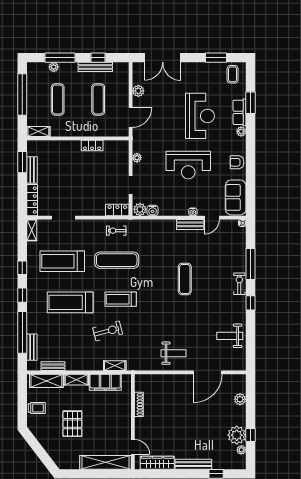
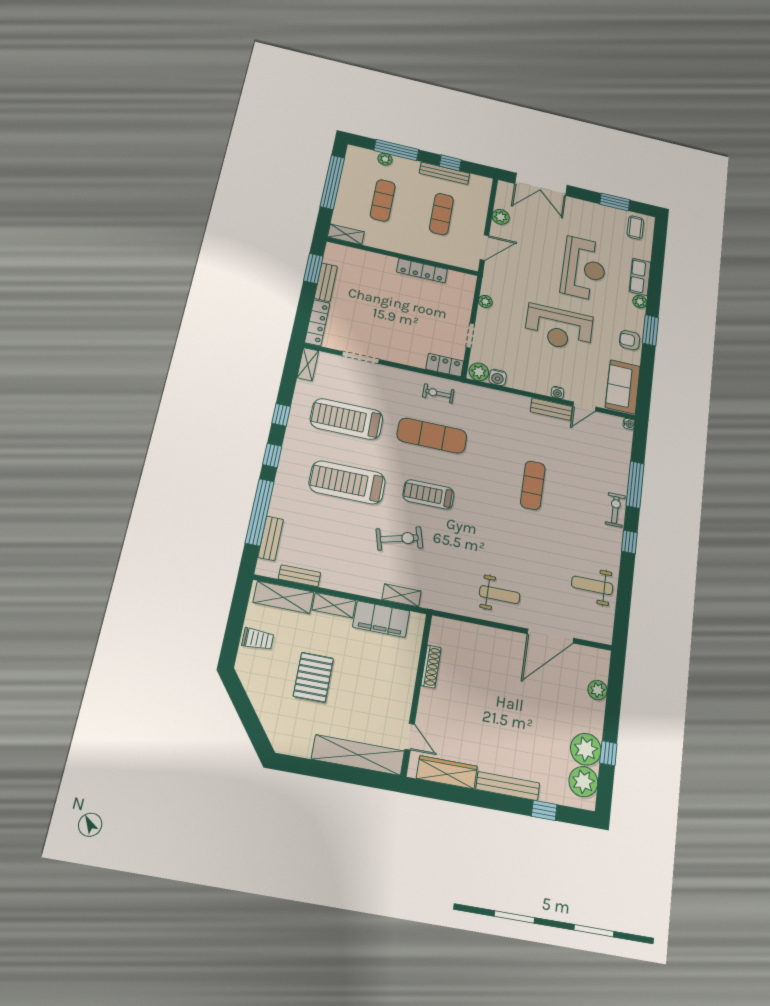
window: (250, 103) -> (650, 330), moved
locker: (92, 146) -> (422, 271), width x1.53
plant: (241, 450) -> (583, 782), width x1.87, depth x1.87

